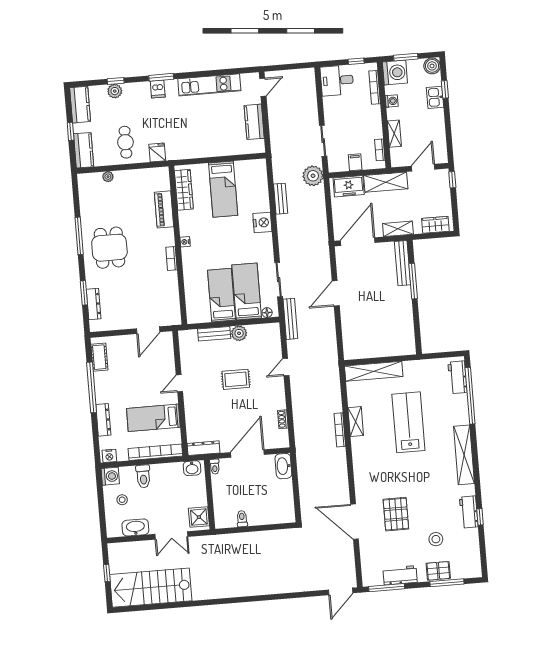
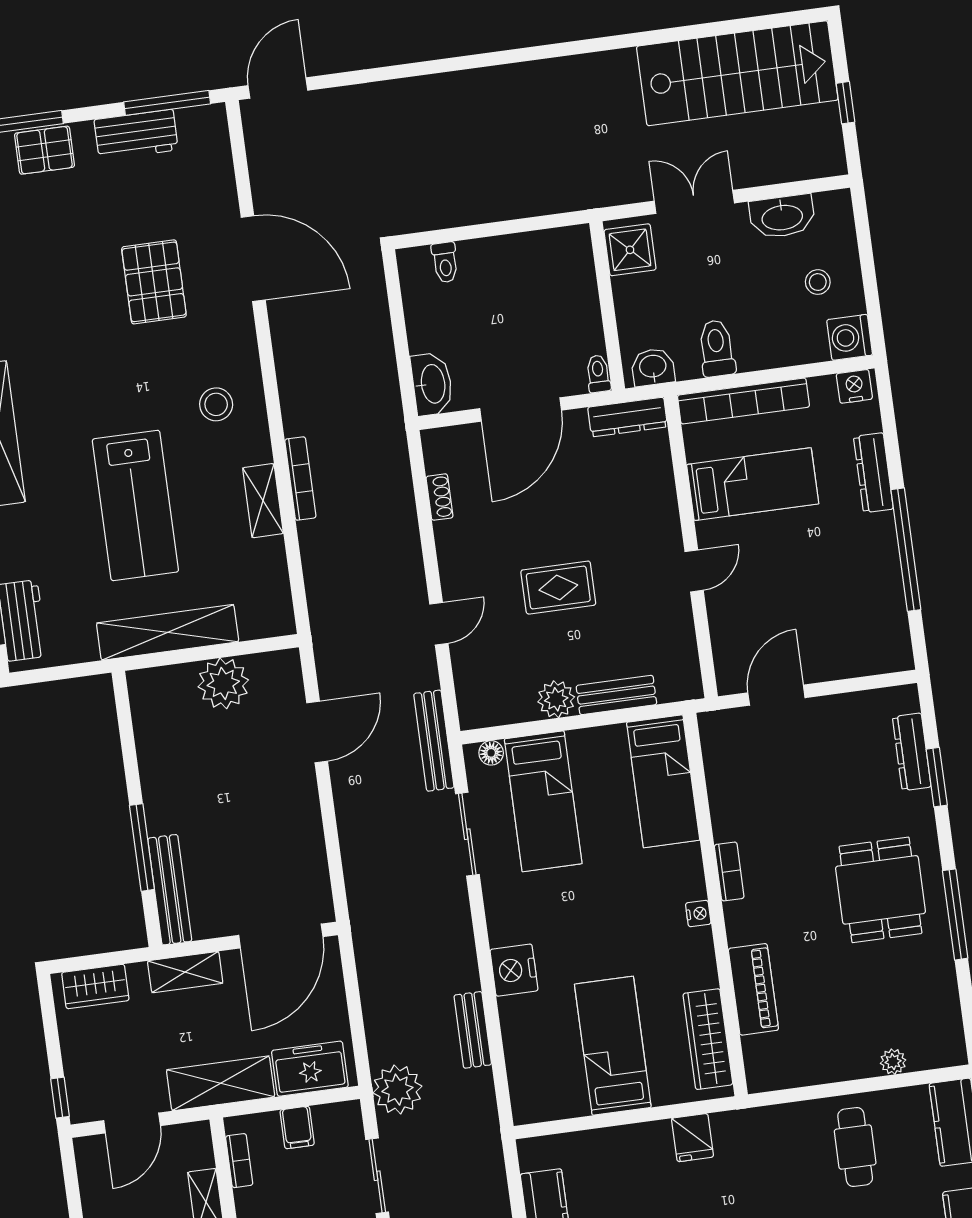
fridge: (157, 152) -> (693, 1138), moved
door: (336, 293) -> (317, 732), moved
bed: (221, 295) -> (663, 781), moved
plant: (376, 347) -> (223, 683), added
cot: (99, 357) -> (891, 624), removed
shelving: (374, 371) -> (168, 632), moved
toilet: (143, 476) -> (717, 348), moved
toilet: (242, 519) -> (445, 262), moved
stool: (436, 539) -> (216, 404), moved

